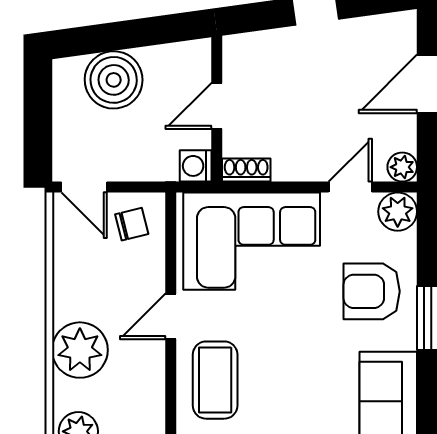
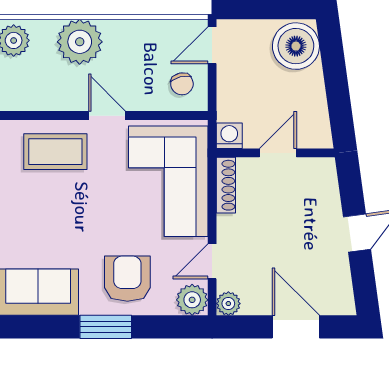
boiler: (114, 80) -> (296, 46), moved
door: (217, 106) -> (278, 153), hinge flipped
shoe rack: (246, 170) -> (226, 185), width x1.43
door: (350, 187) -> (212, 261), swing flipped

